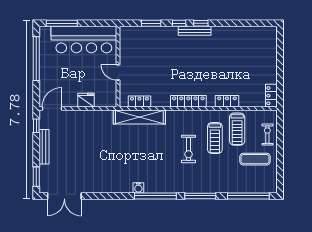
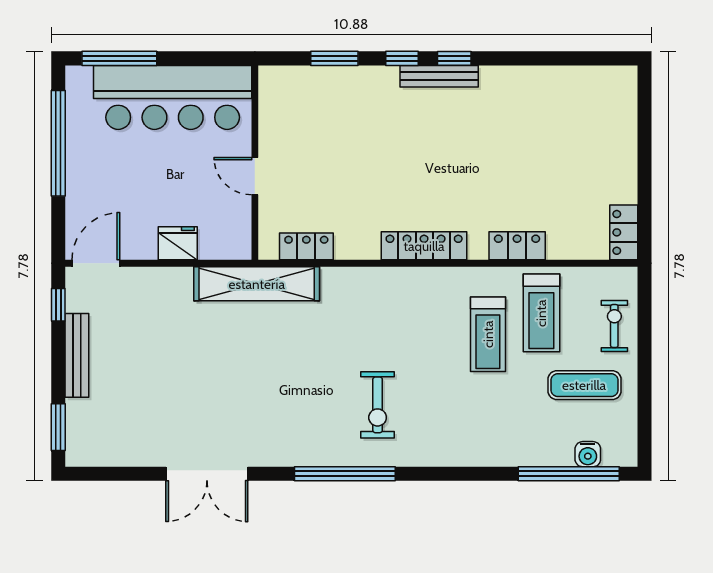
shelving: (139, 117) -> (257, 284), moved
exercise bike: (188, 149) -> (378, 405), moved
water cooler: (138, 188) -> (588, 454), moved
double door: (64, 196) -> (207, 474), moved
window: (200, 196) -> (453, 474), removed

